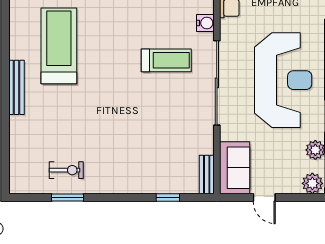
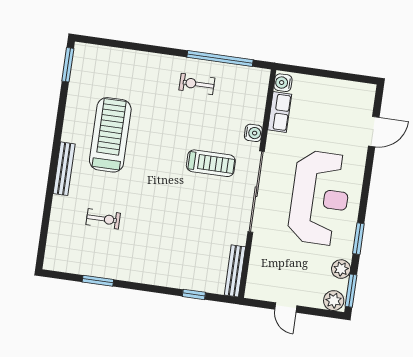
sofa: (235, 168) -> (262, 275), removed
exercise bike: (66, 170) -> (103, 219), moved
bench: (207, 174) -> (235, 271), width x1.36

